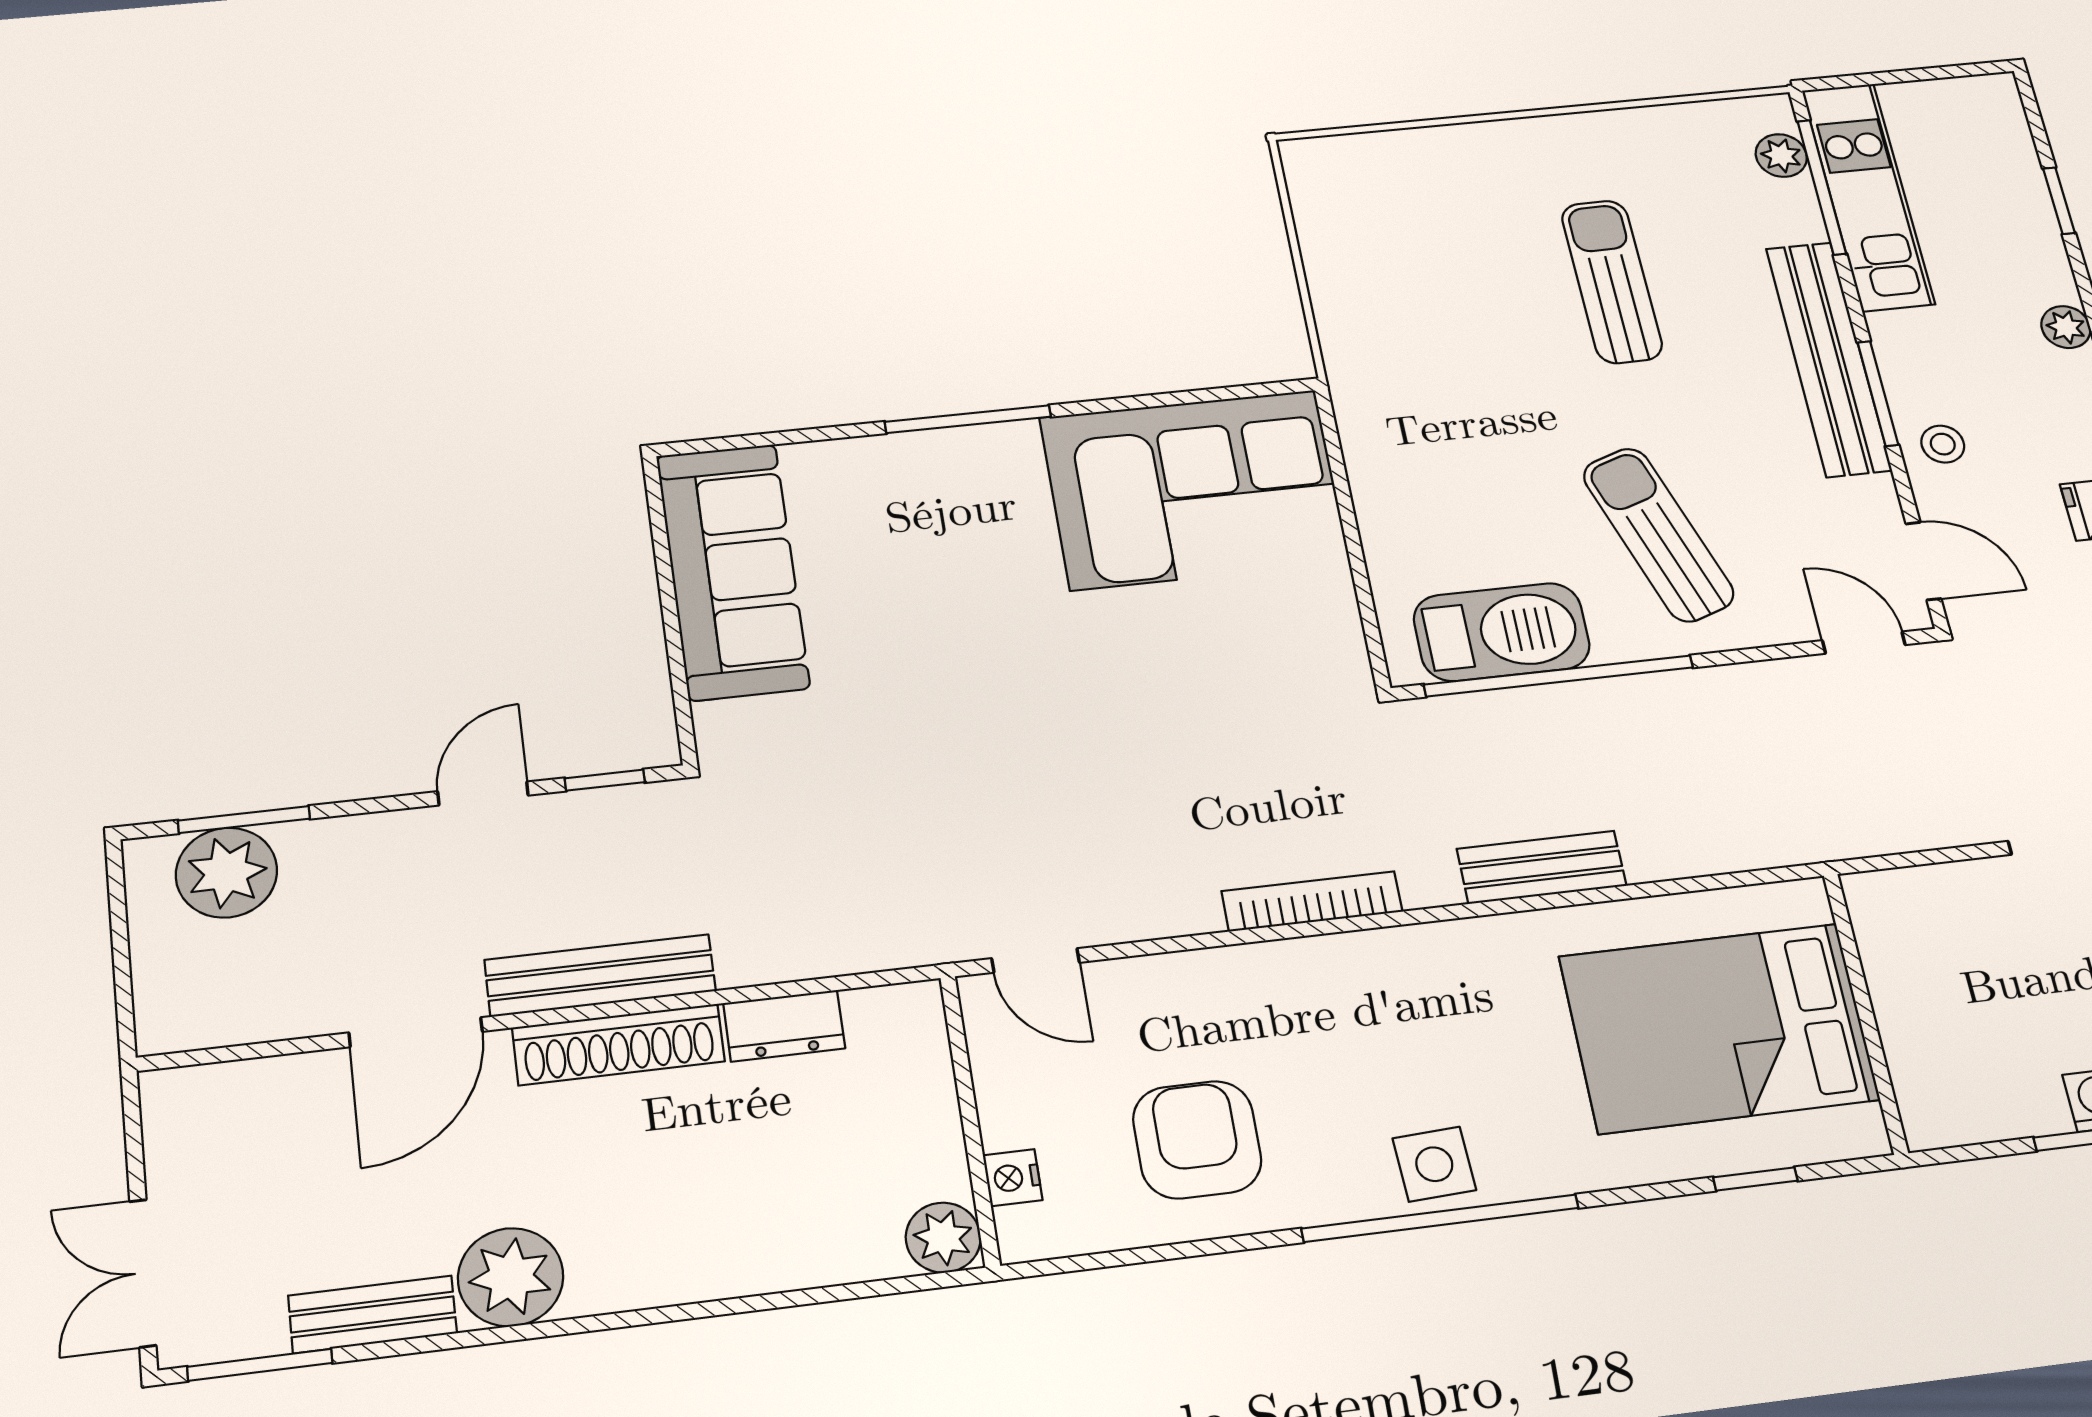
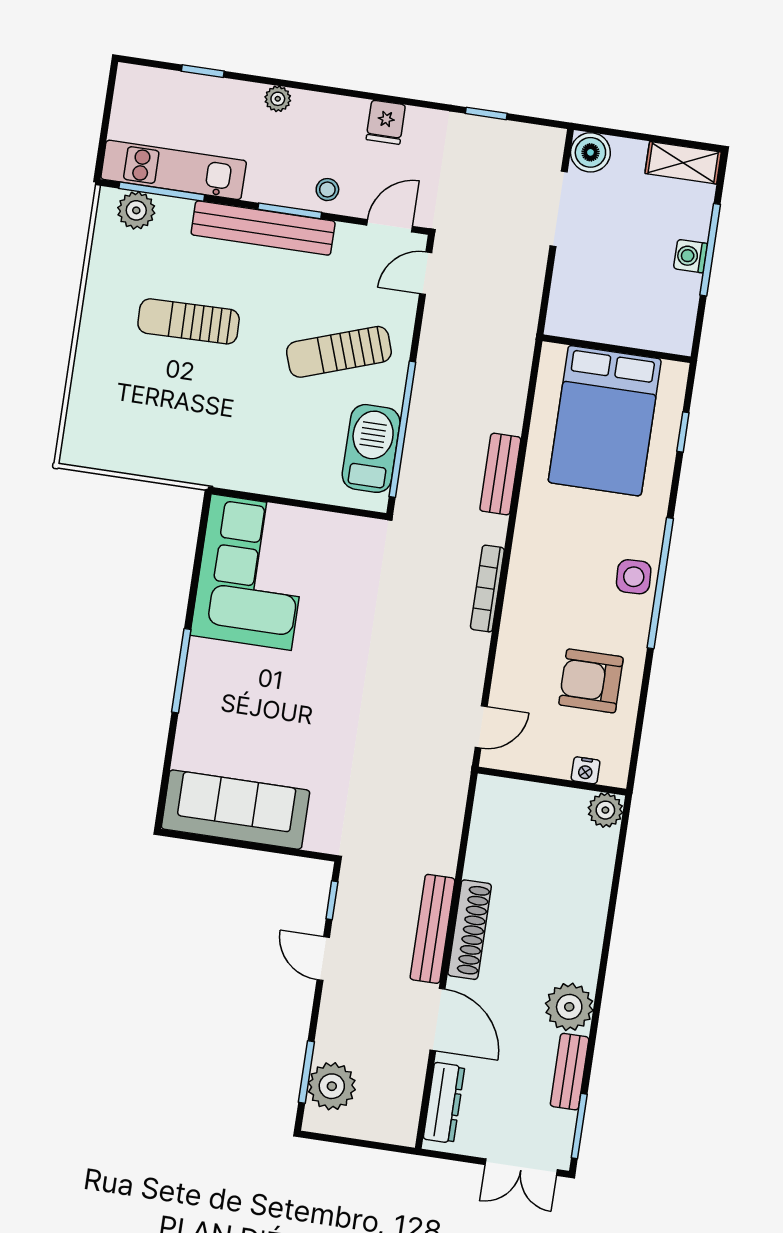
plant: (1781, 156) -> (136, 210), width x1.38, depth x1.38
dresser: (784, 1026) -> (444, 1103), moved, width x1.44

